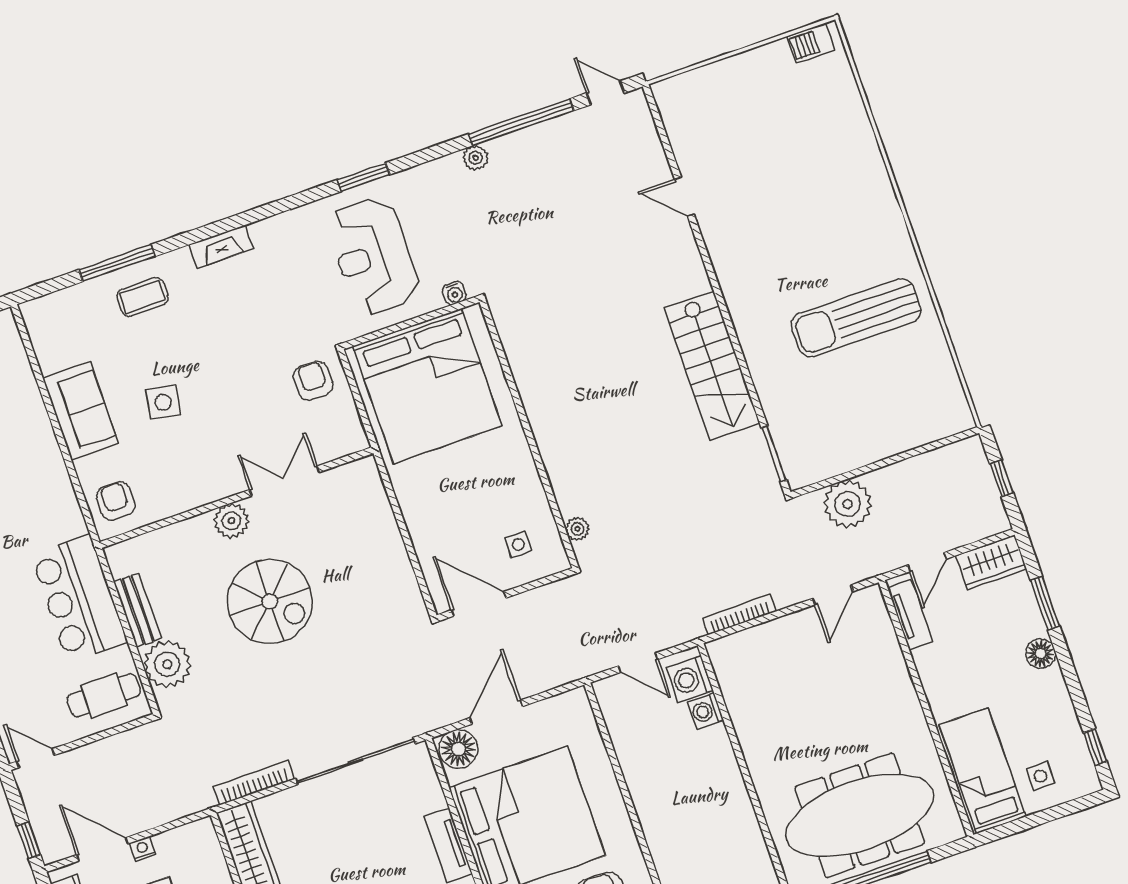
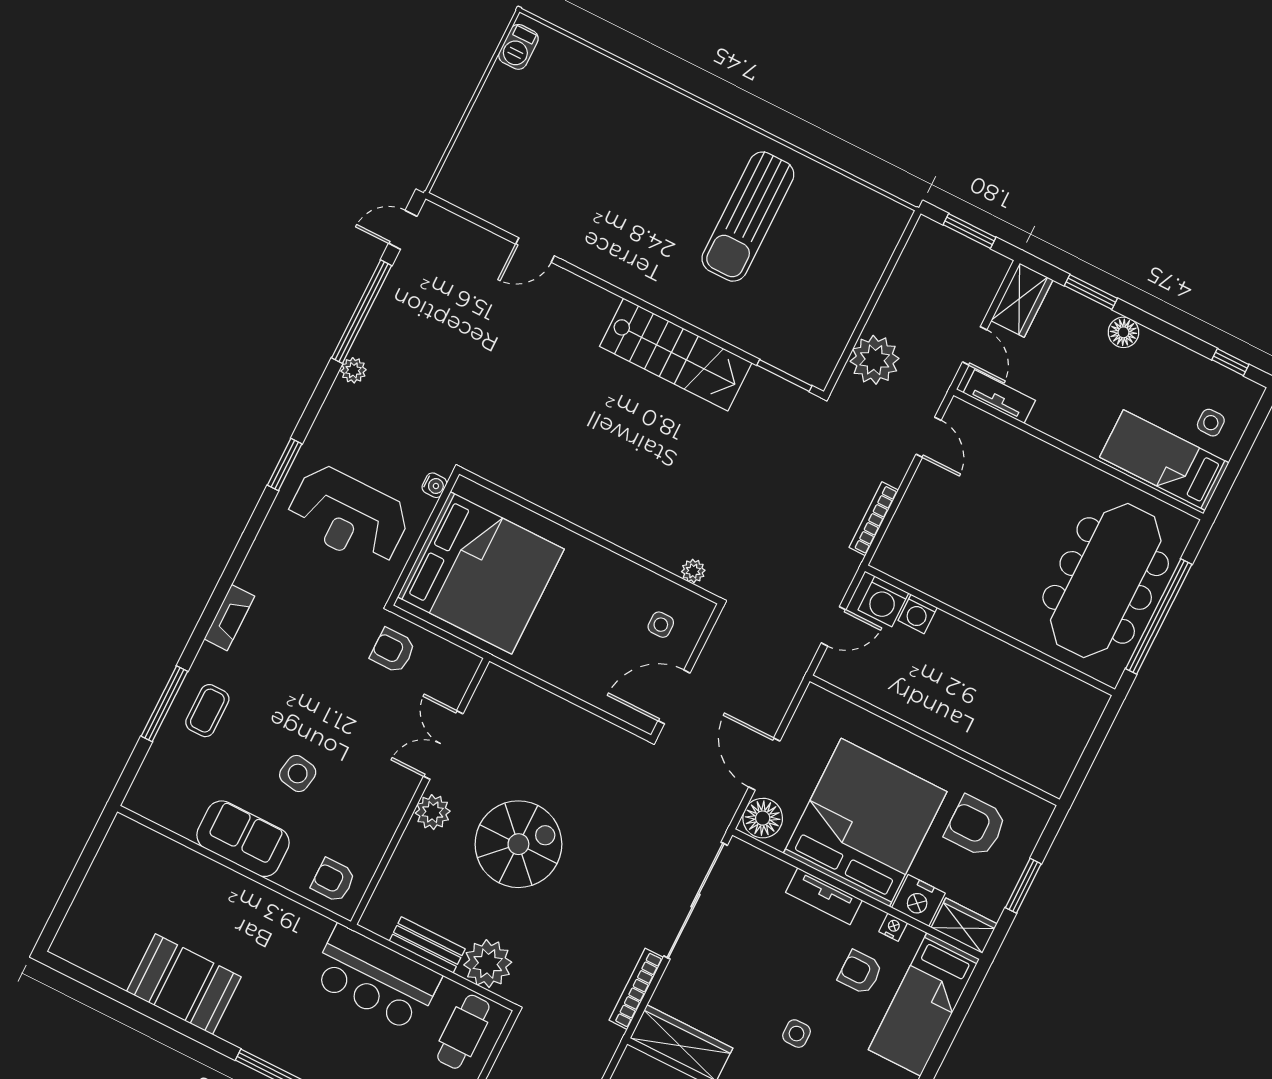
window: (1002, 478) -> (970, 231), width x1.50

